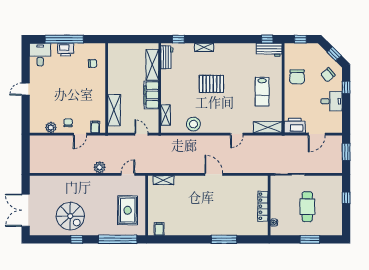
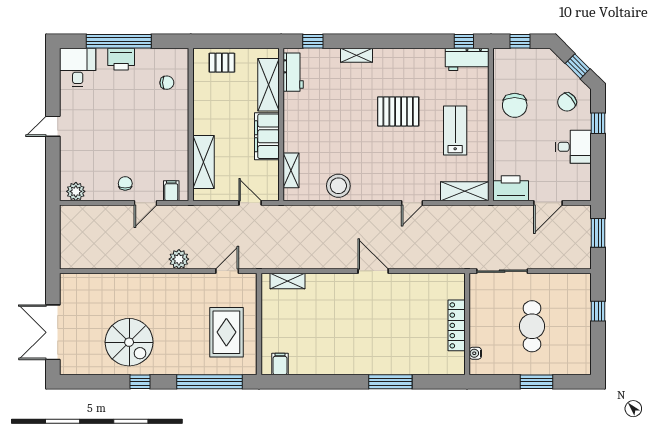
pallet: (125, 52) -> (222, 63), added
pallet: (211, 84) -> (398, 111), moved
lab bench: (262, 92) -> (455, 131), turned 180
plant: (51, 127) -> (76, 191), moved

